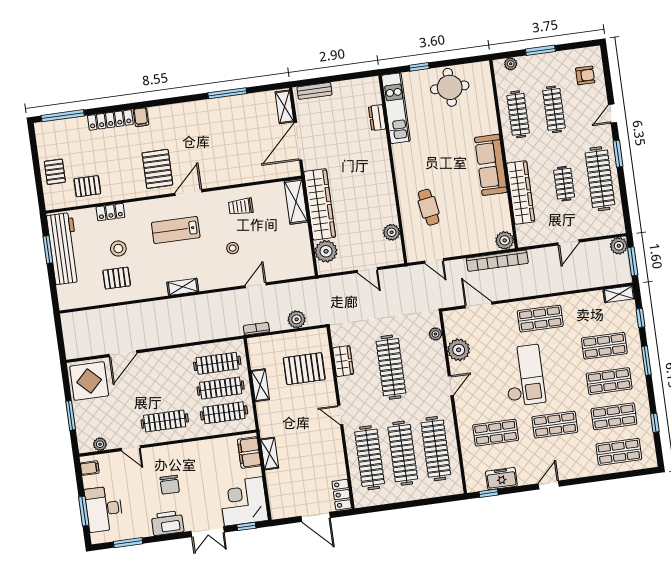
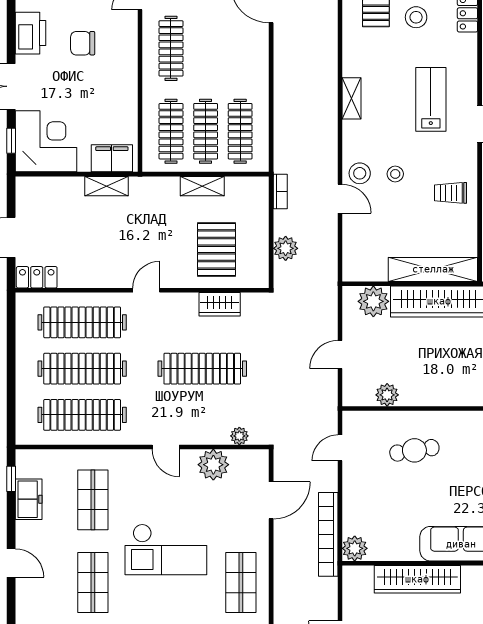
shelving: (296, 202) -> (433, 269), width x1.47
trolley: (241, 207) -> (451, 193), turned -90
stool: (236, 274) -> (360, 173), added

